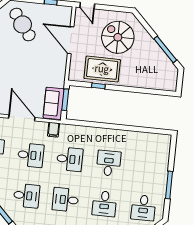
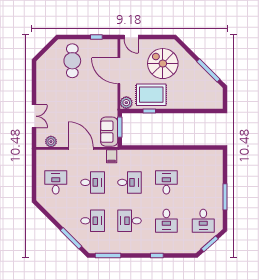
cafe table: (23, 24) -> (72, 61), turned 37
plant: (75, 75) -> (126, 103), added

